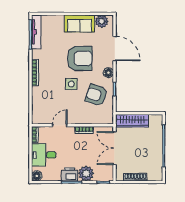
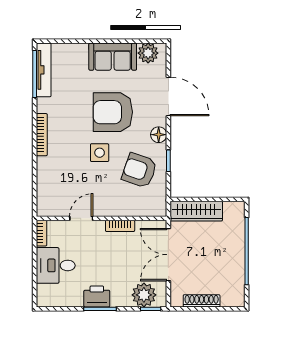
armchair: (80, 58) -> (113, 112), turned 180
plant: (86, 173) -> (144, 295), moved
floor lamp: (37, 176) -> (45, 299), removed

